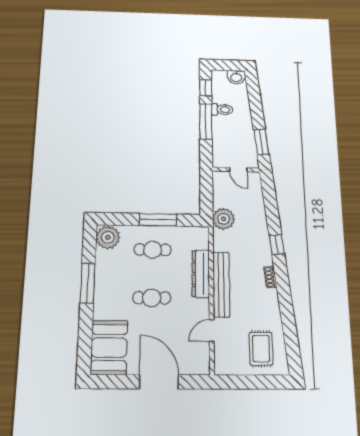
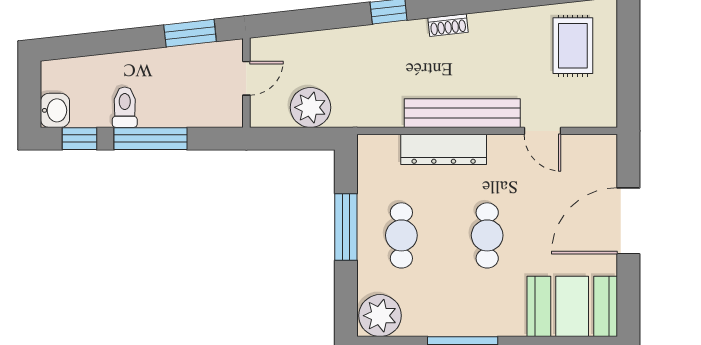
washbasin: (236, 77) -> (55, 110), moved
plant: (224, 219) -> (310, 107), moved
rug: (261, 349) -> (573, 46), turned 90

